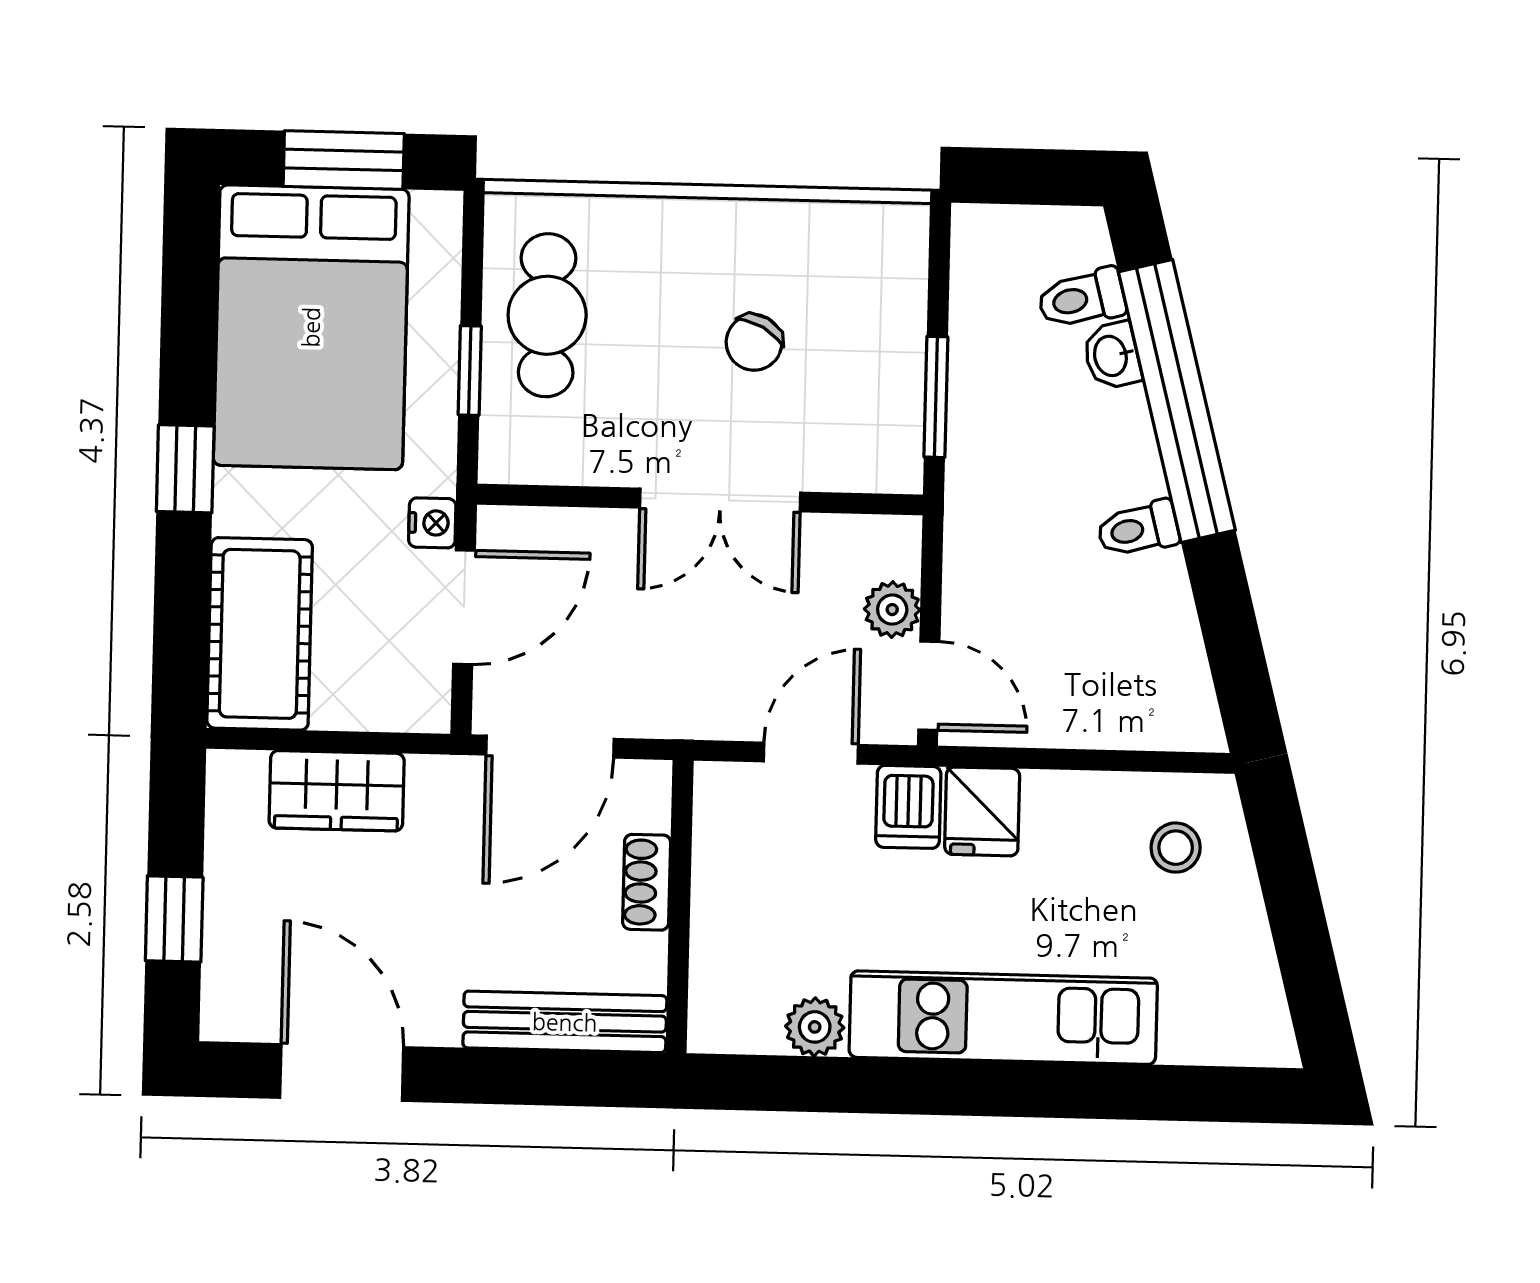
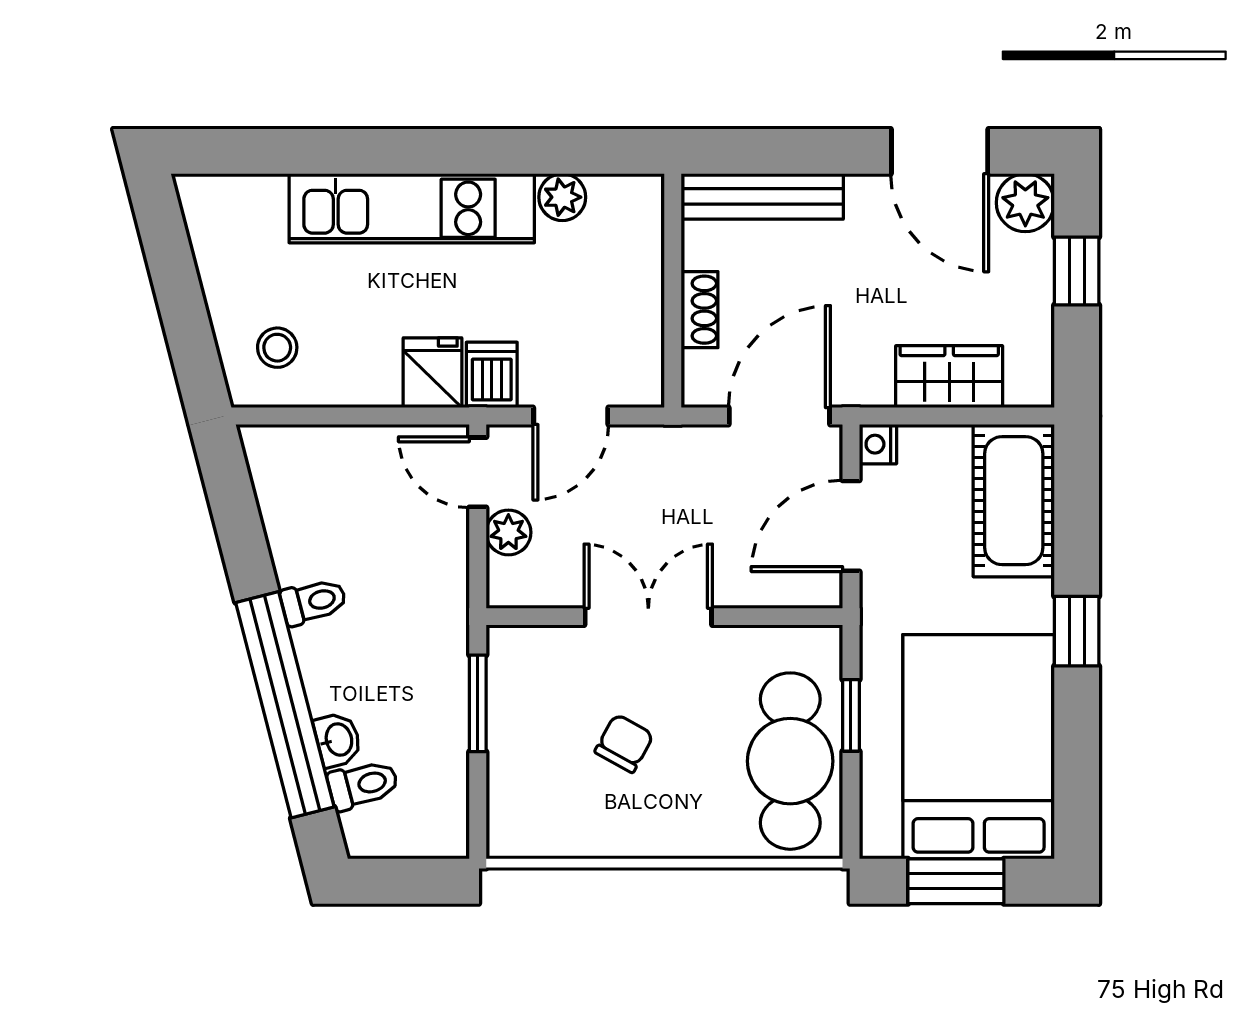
cafe table: (547, 315) -> (790, 761), width x1.37, depth x1.35
nightstand: (432, 523) -> (878, 444), moved
plant: (236, 1006) -> (1025, 203), added

